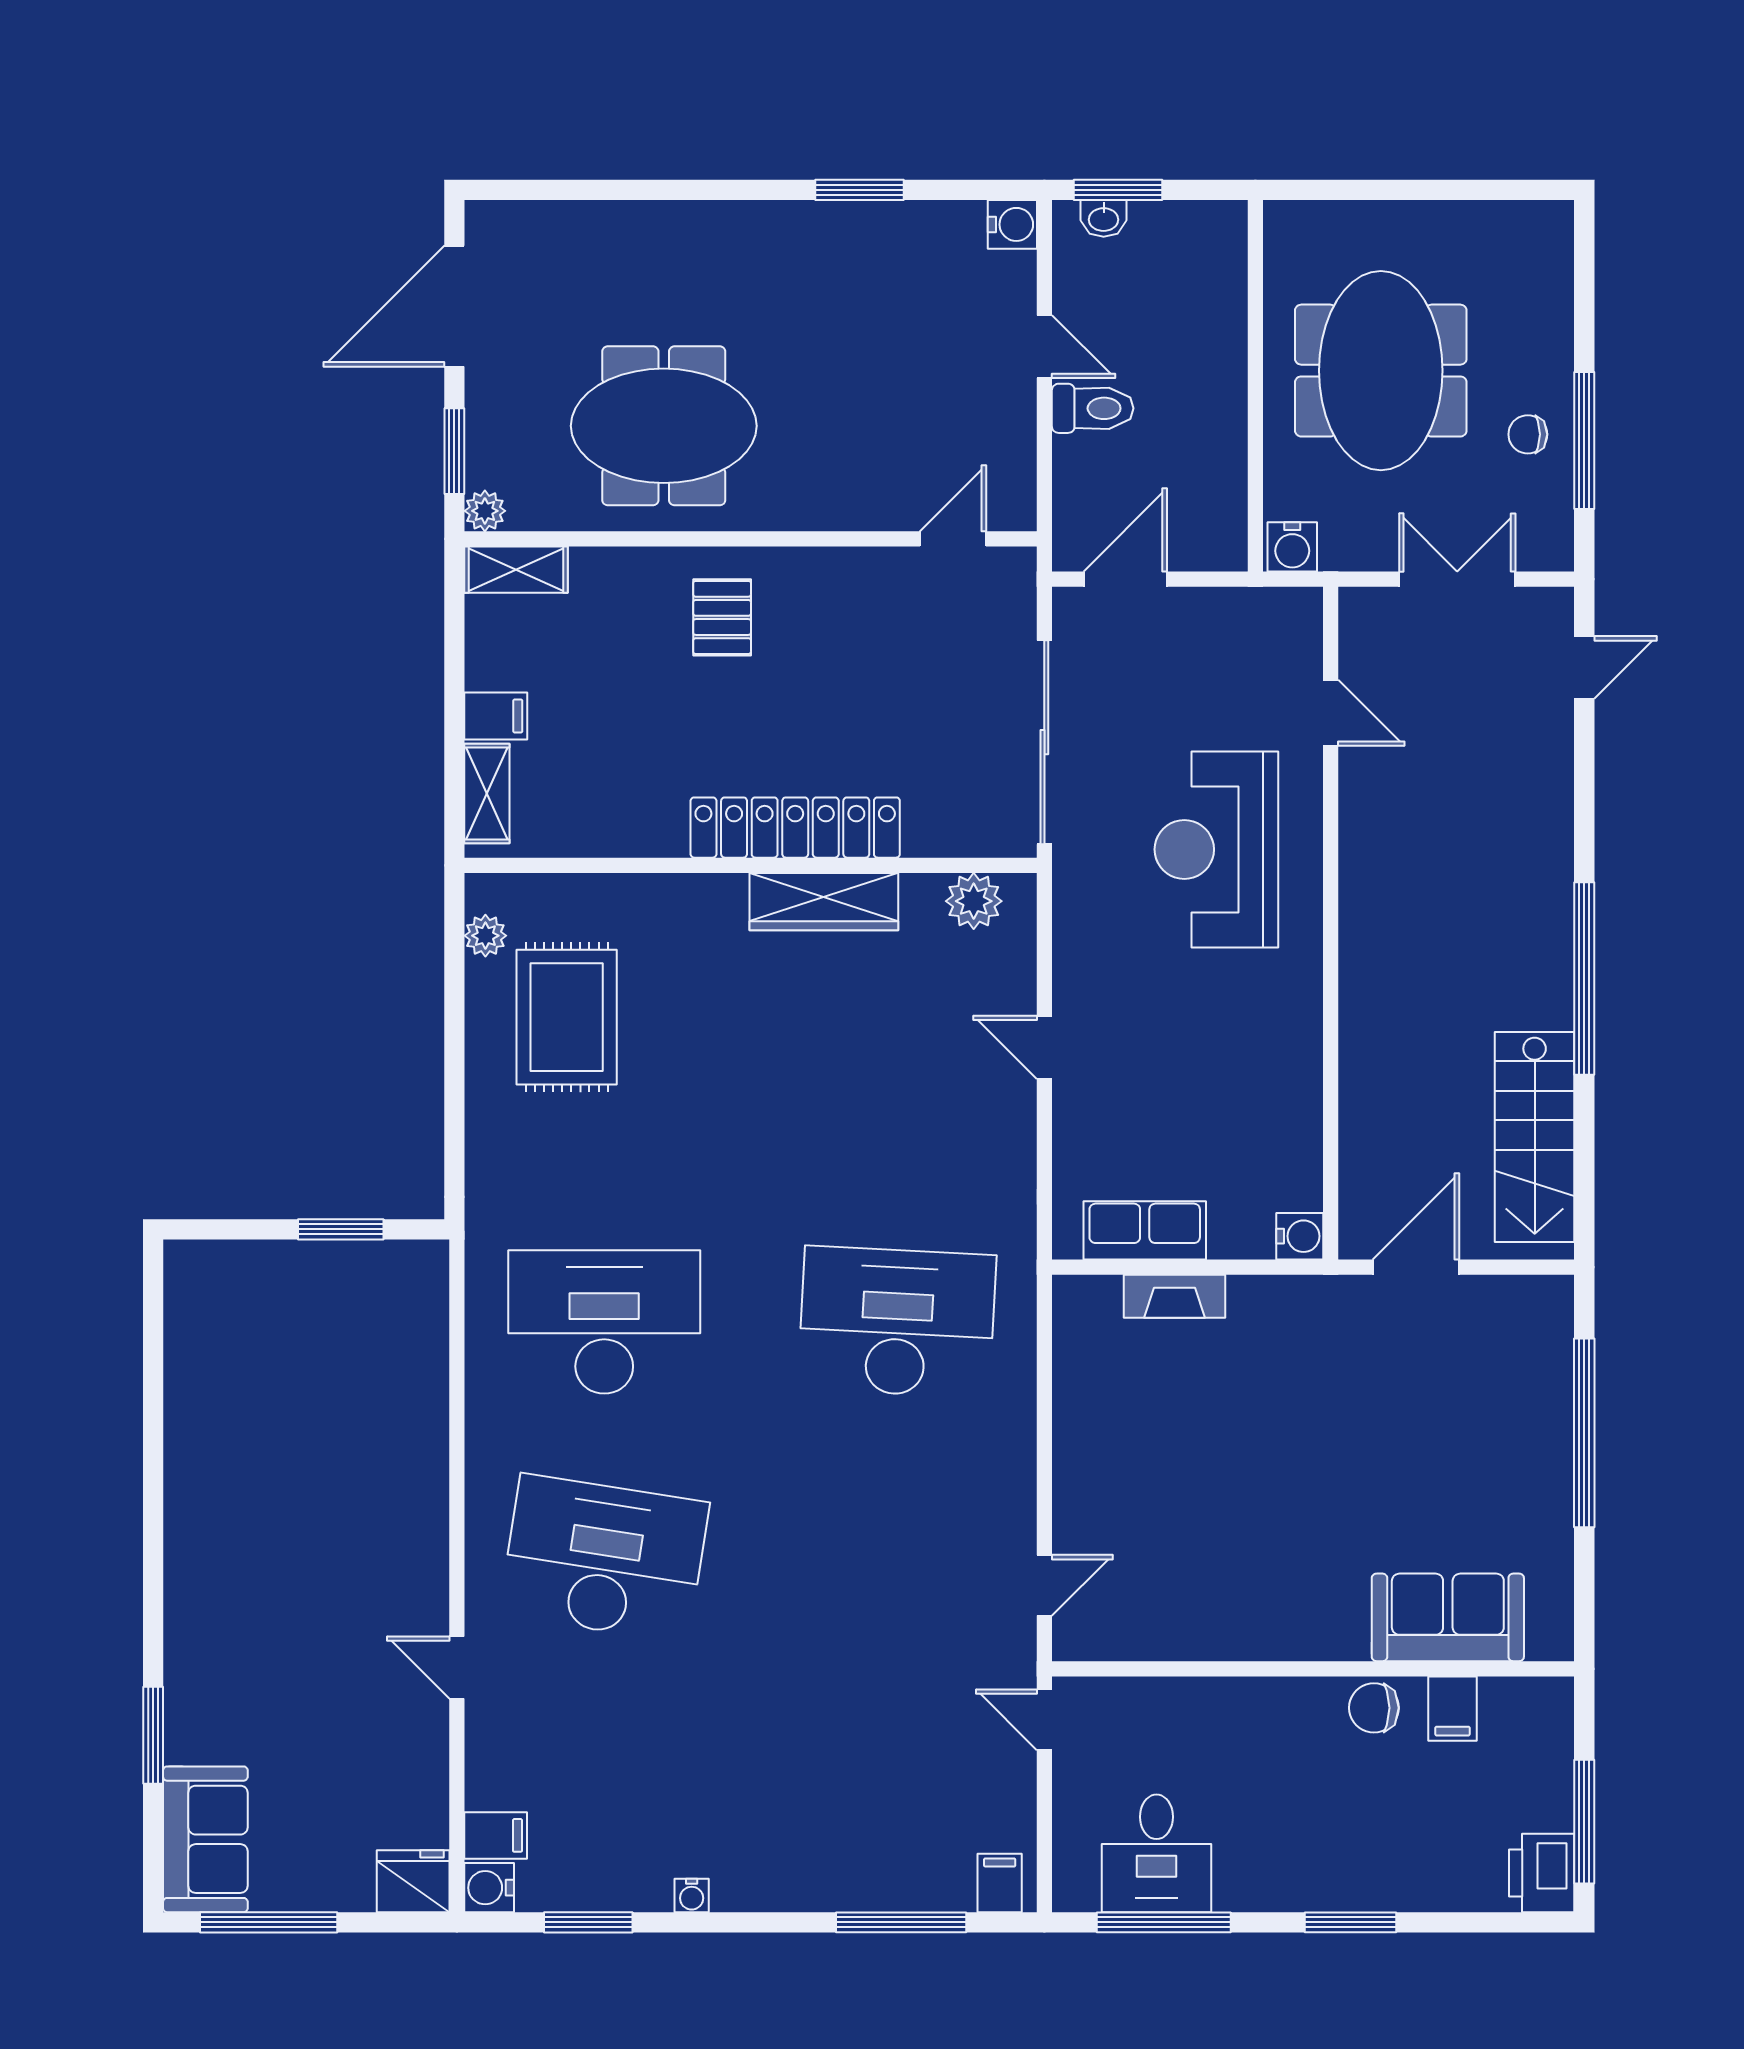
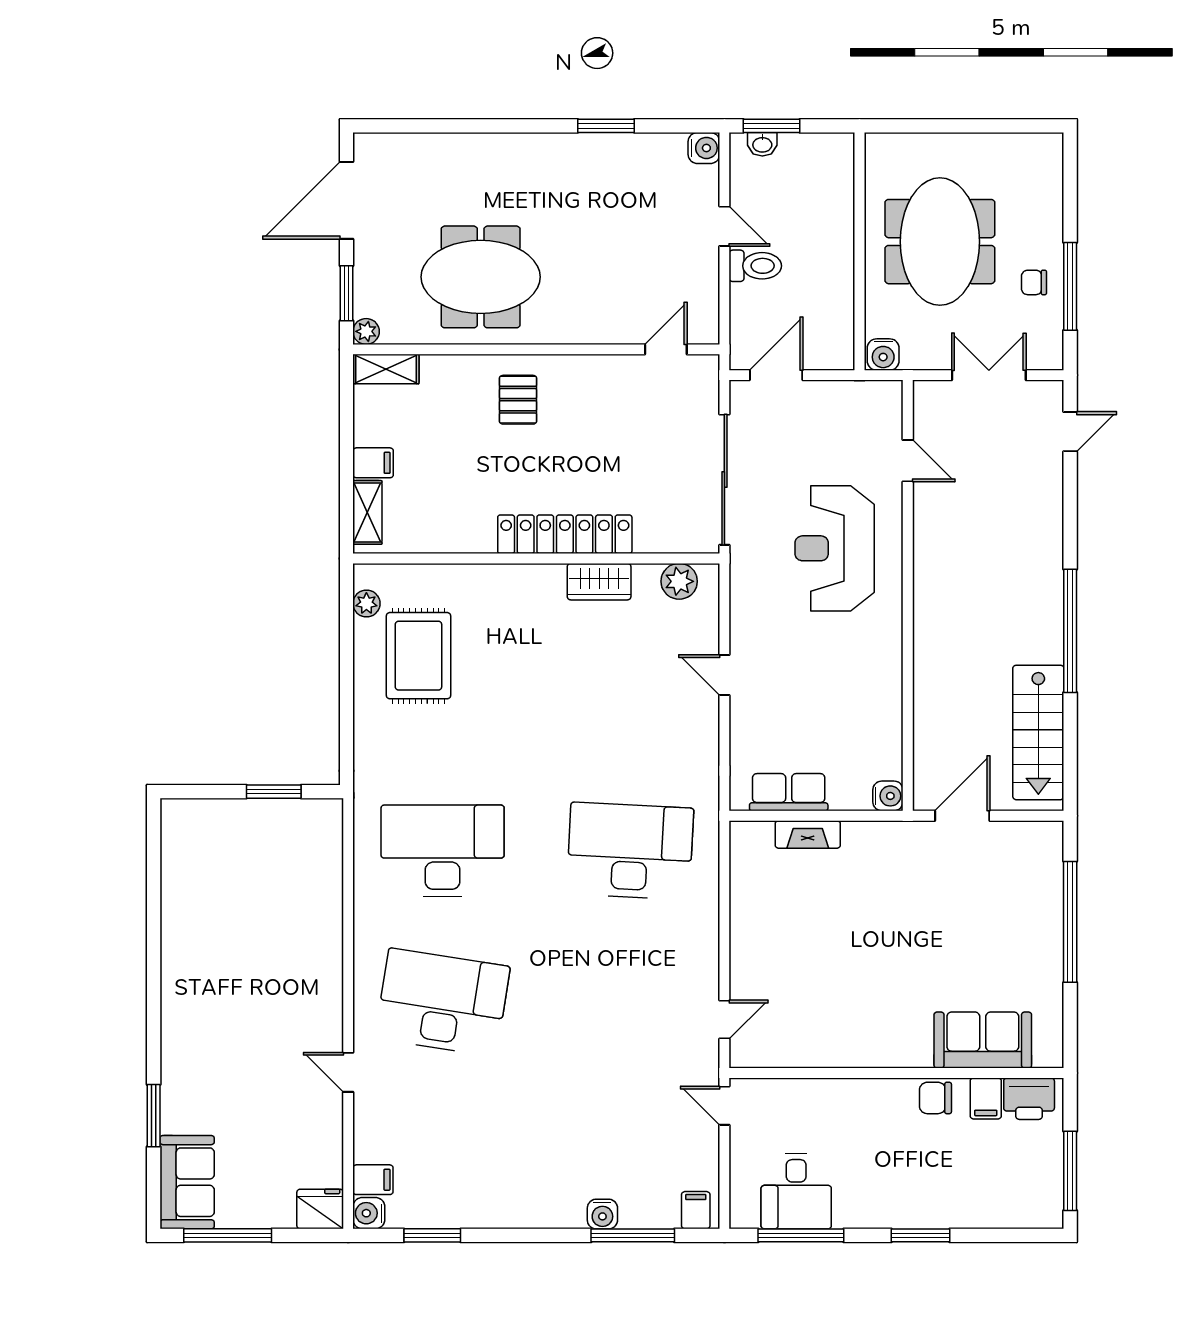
wardrobe: (824, 902) -> (599, 582), width x0.67
printer: (1542, 1873) -> (1029, 1099), moved, turned -90
water cooler: (692, 1895) -> (602, 1214), moved, width x1.38, depth x1.38

